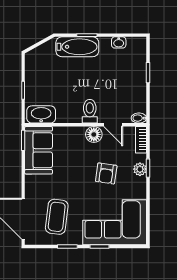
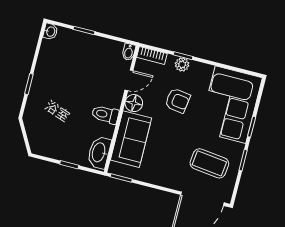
washbasin: (119, 42) -> (50, 31), moved
bathtub: (77, 47) -> (38, 97), removed
toilet: (90, 111) -> (105, 115), moved
sofa: (39, 150) -> (131, 139), moved, turned 90

